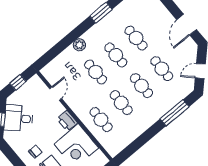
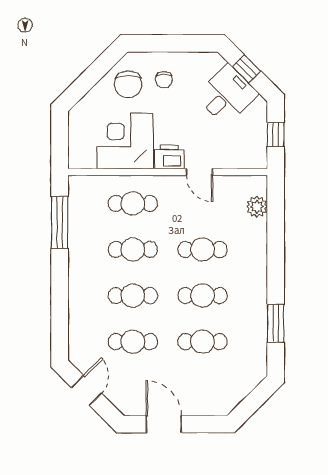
plant: (79, 45) -> (257, 207), moved
door: (56, 94) -> (199, 172), moved
window: (175, 113) -> (60, 223), moved

